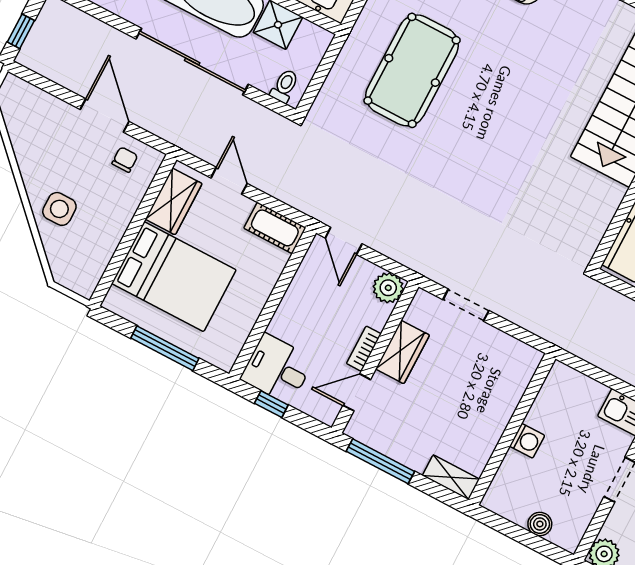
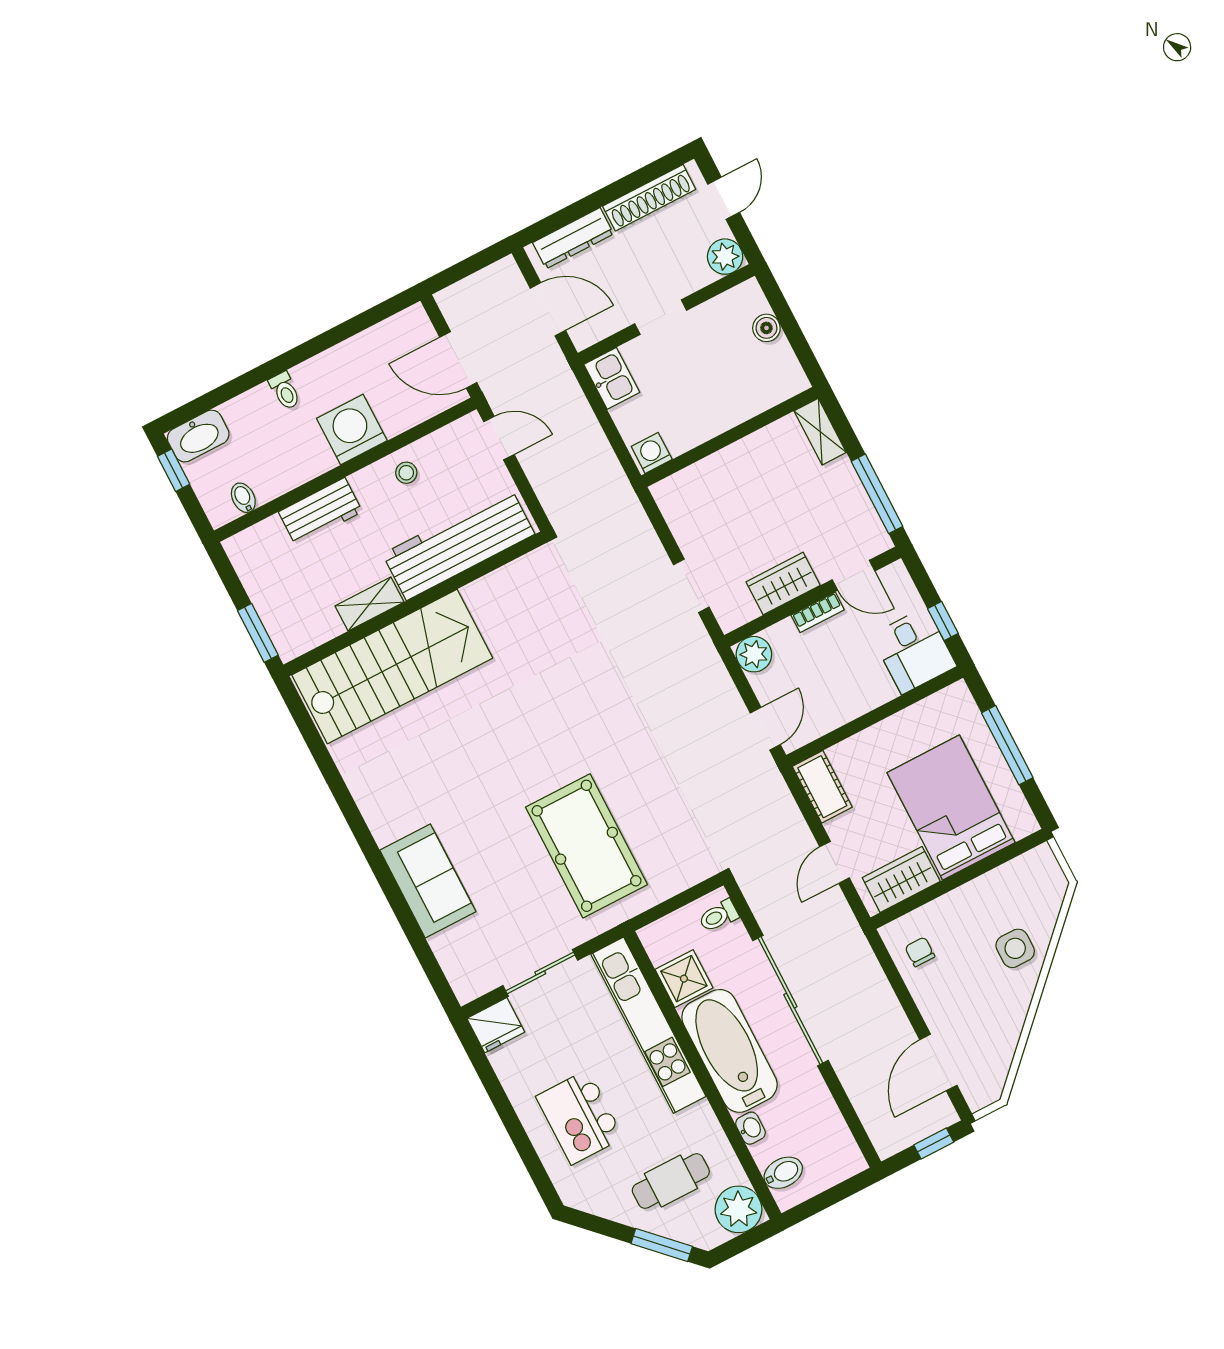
pool table: (412, 70) -> (586, 846), turned 90
door: (105, 115) -> (938, 1062), moved
chair: (125, 160) -> (920, 952), turned 90
washing machine: (527, 441) -> (652, 453), moved

